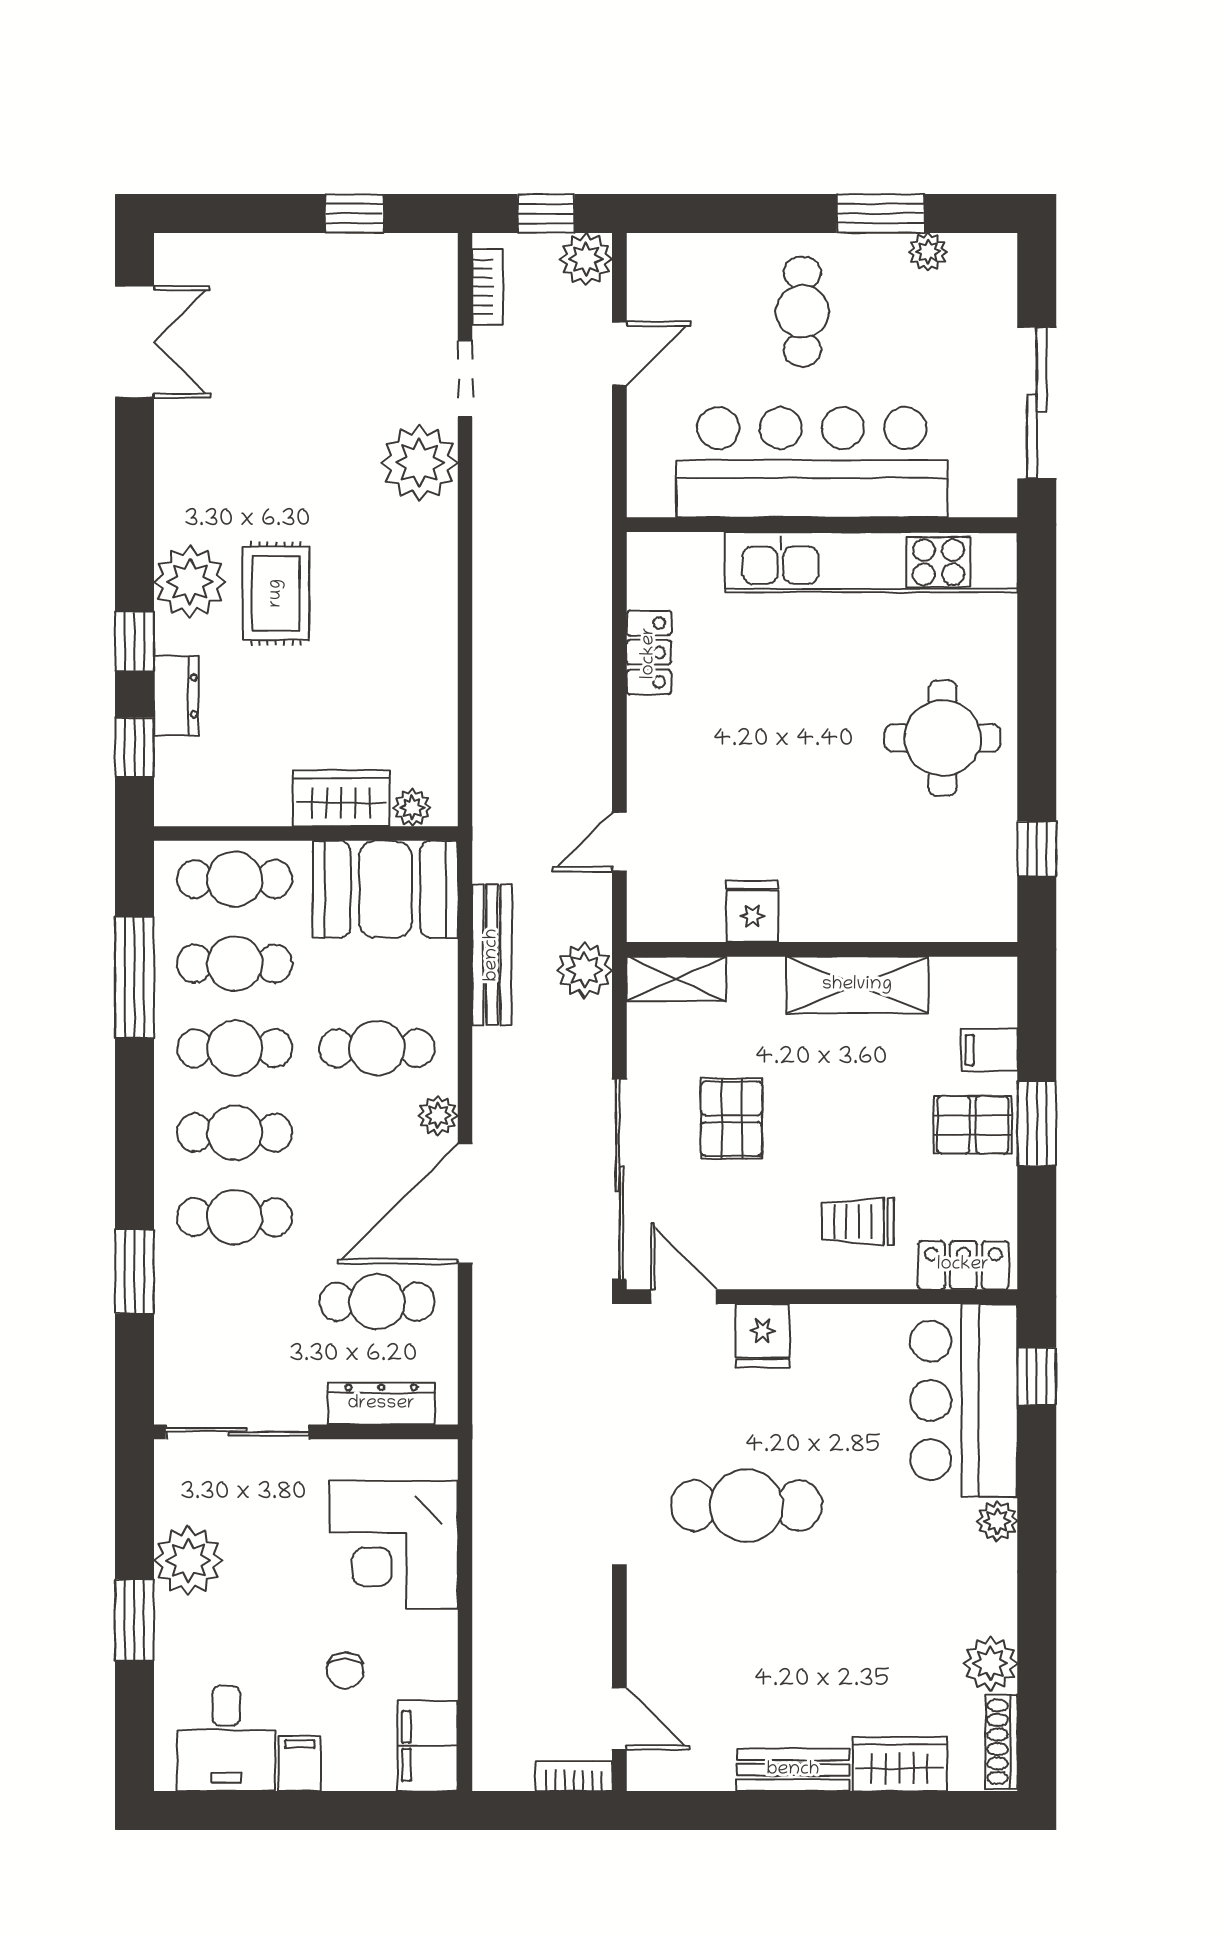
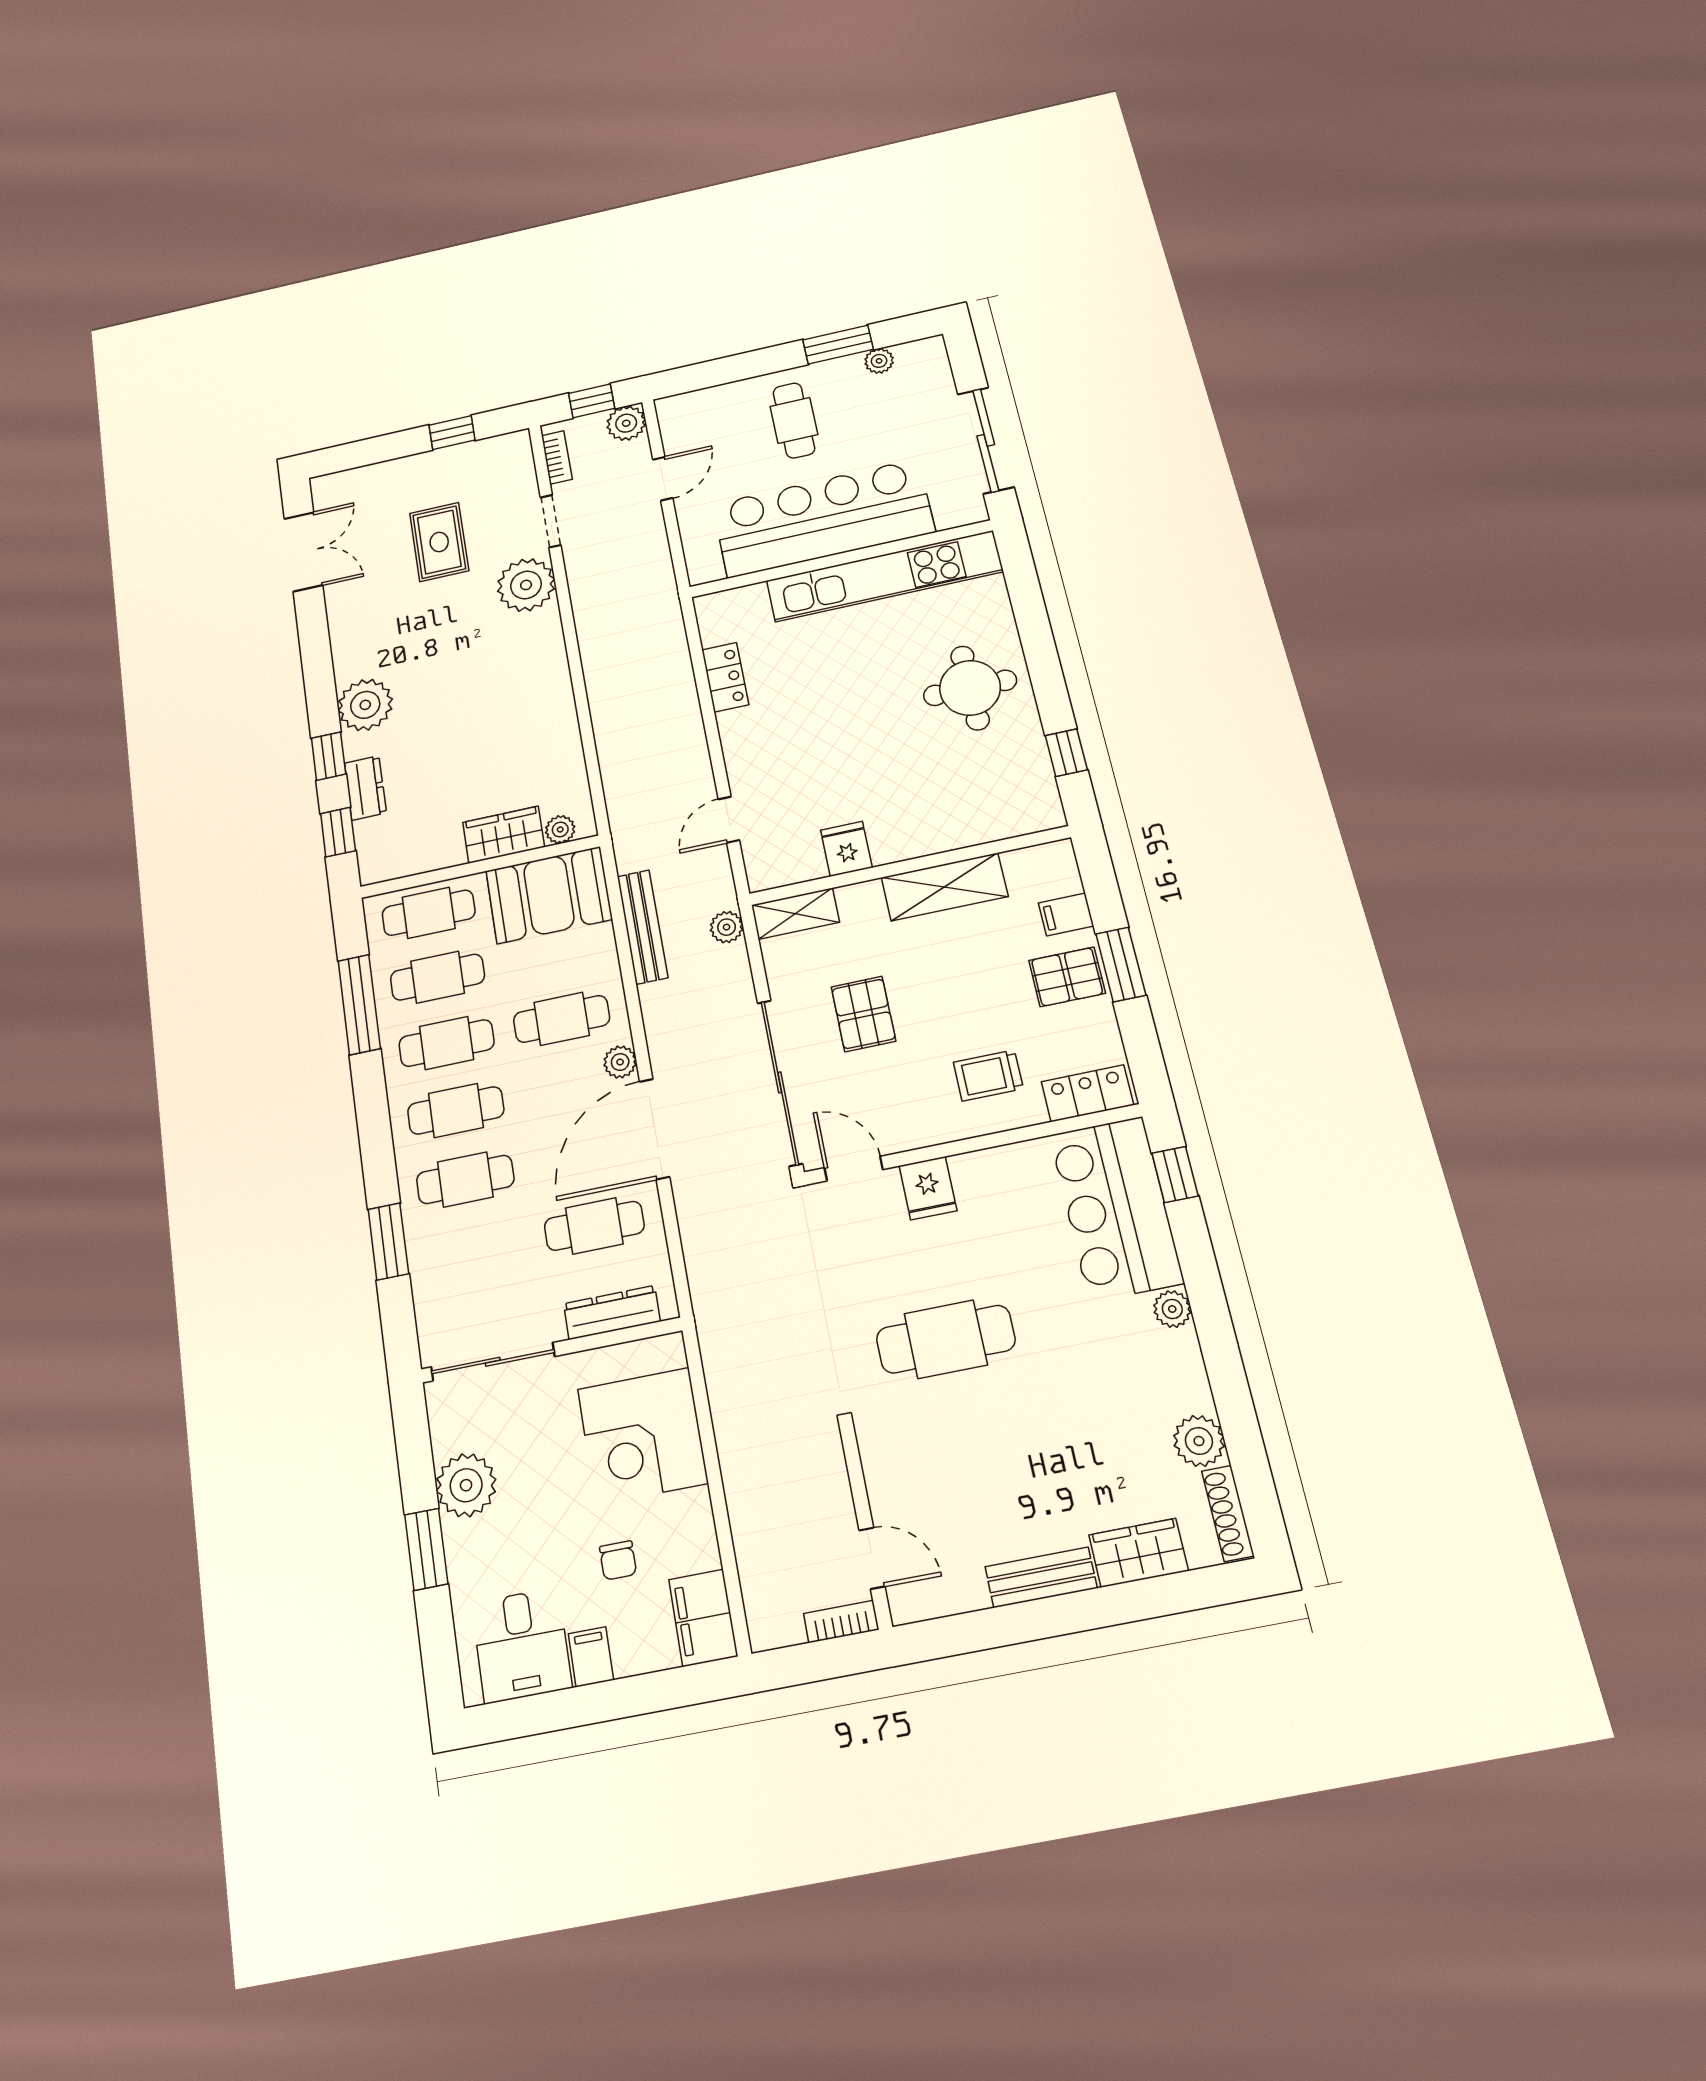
rug: (276, 593) -> (439, 542), moved
plant: (584, 970) -> (727, 927), width x0.73, depth x0.73

